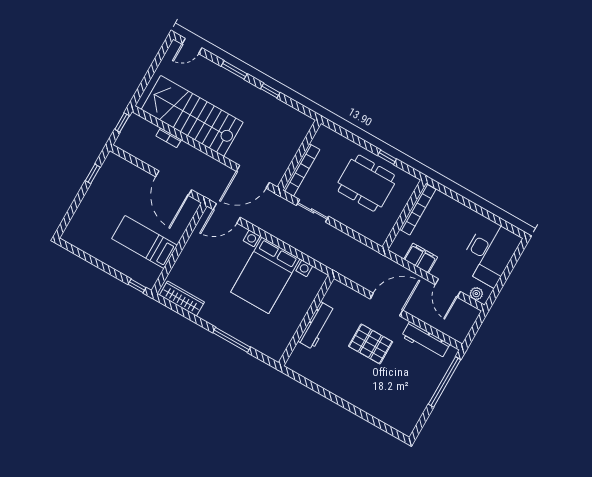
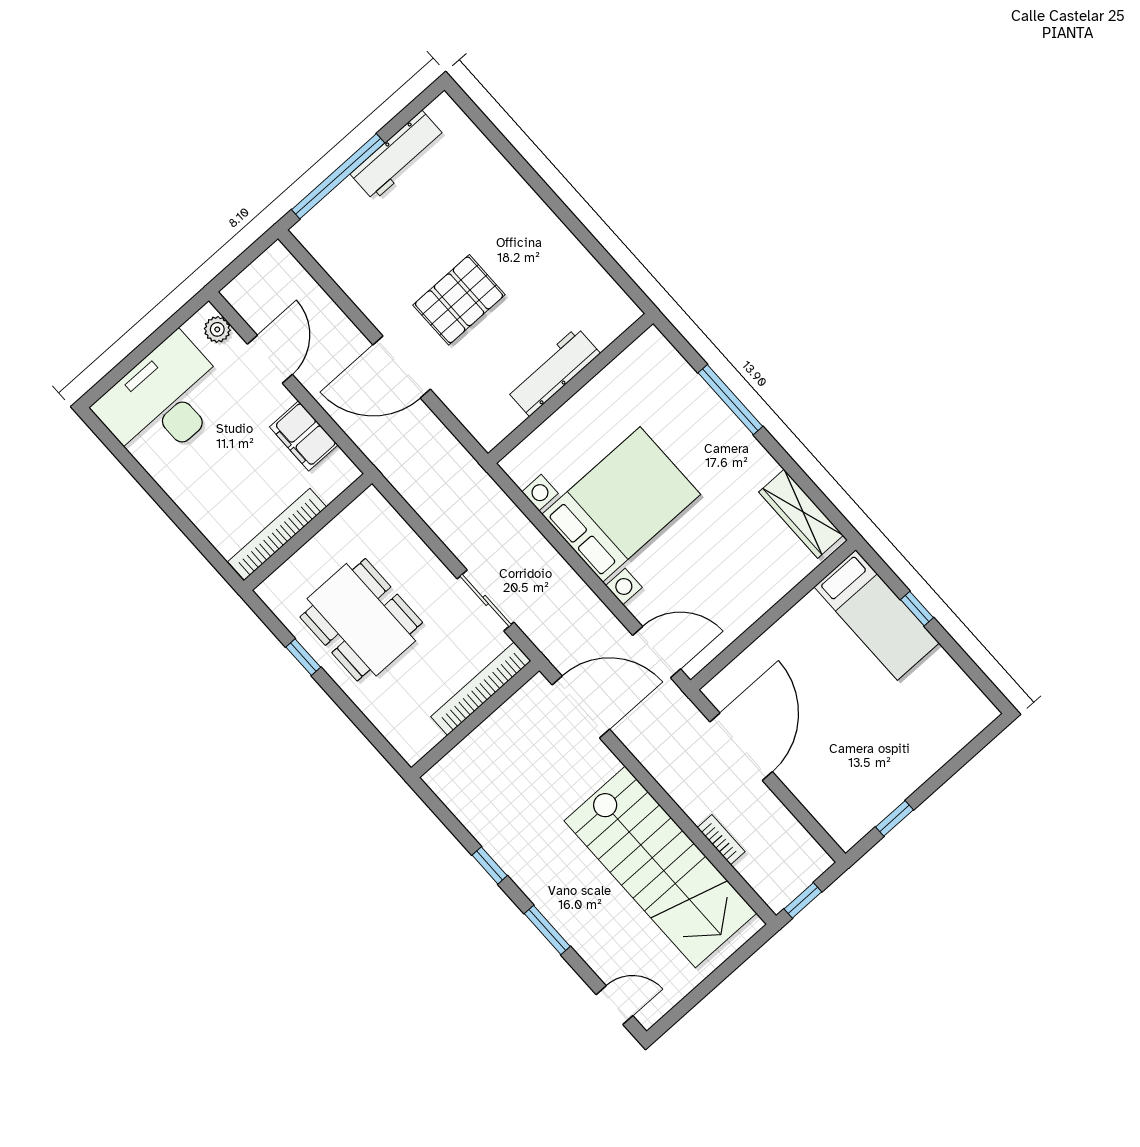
bed: (145, 242) -> (877, 615), moved
window: (137, 286) -> (917, 609), moved
workbench: (426, 340) -> (398, 155), moved, turned 90
pallet: (371, 344) -> (459, 300), turned 90

